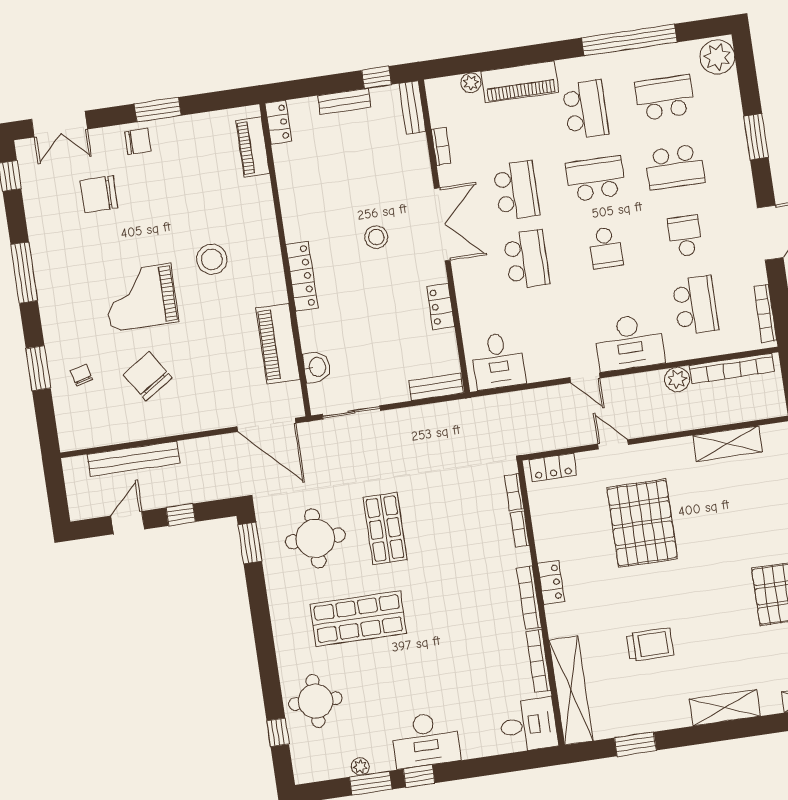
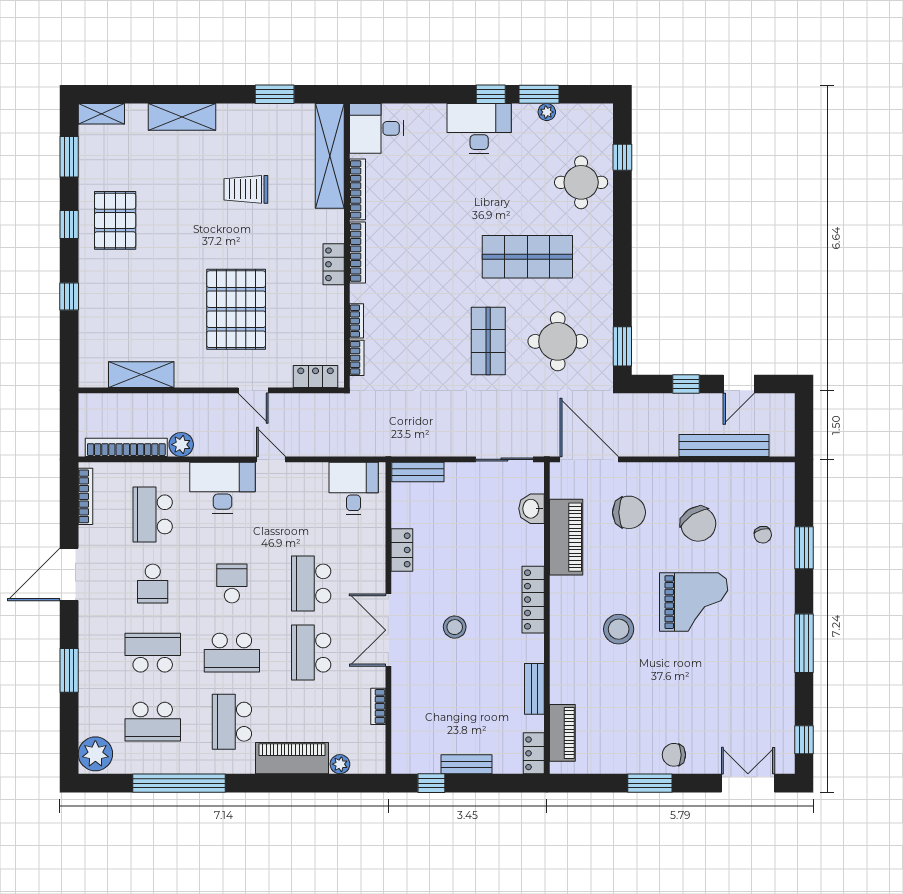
bench: (412, 108) -> (534, 689), moved
chair: (99, 194) -> (629, 512), moved

